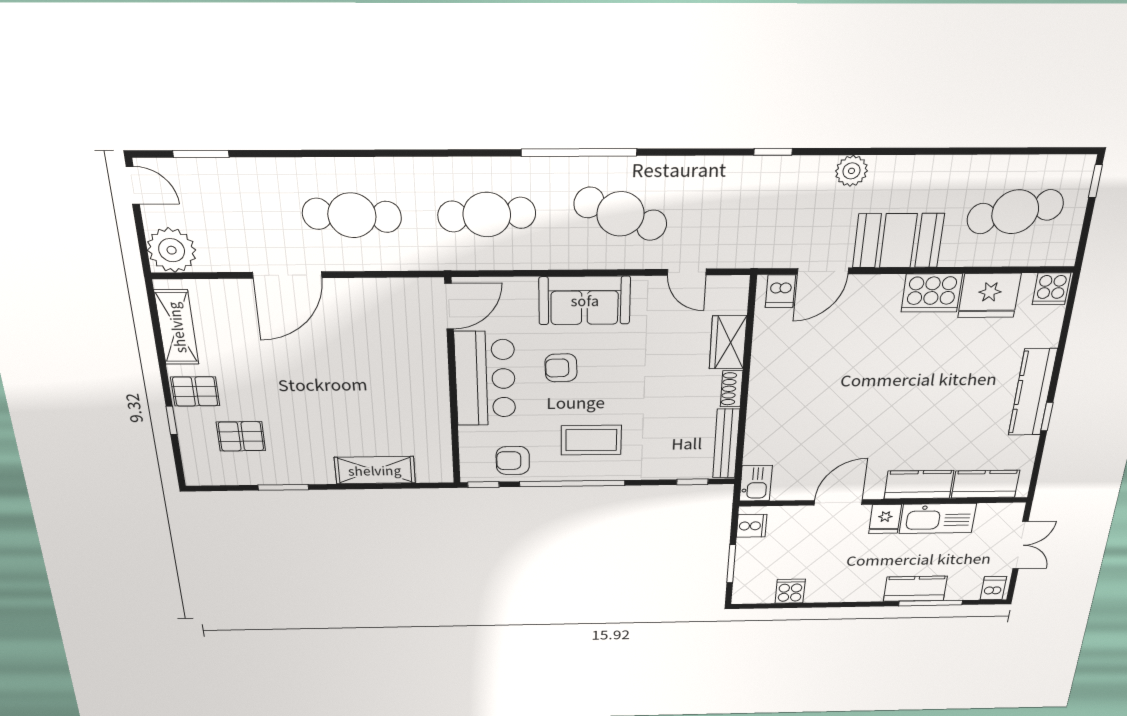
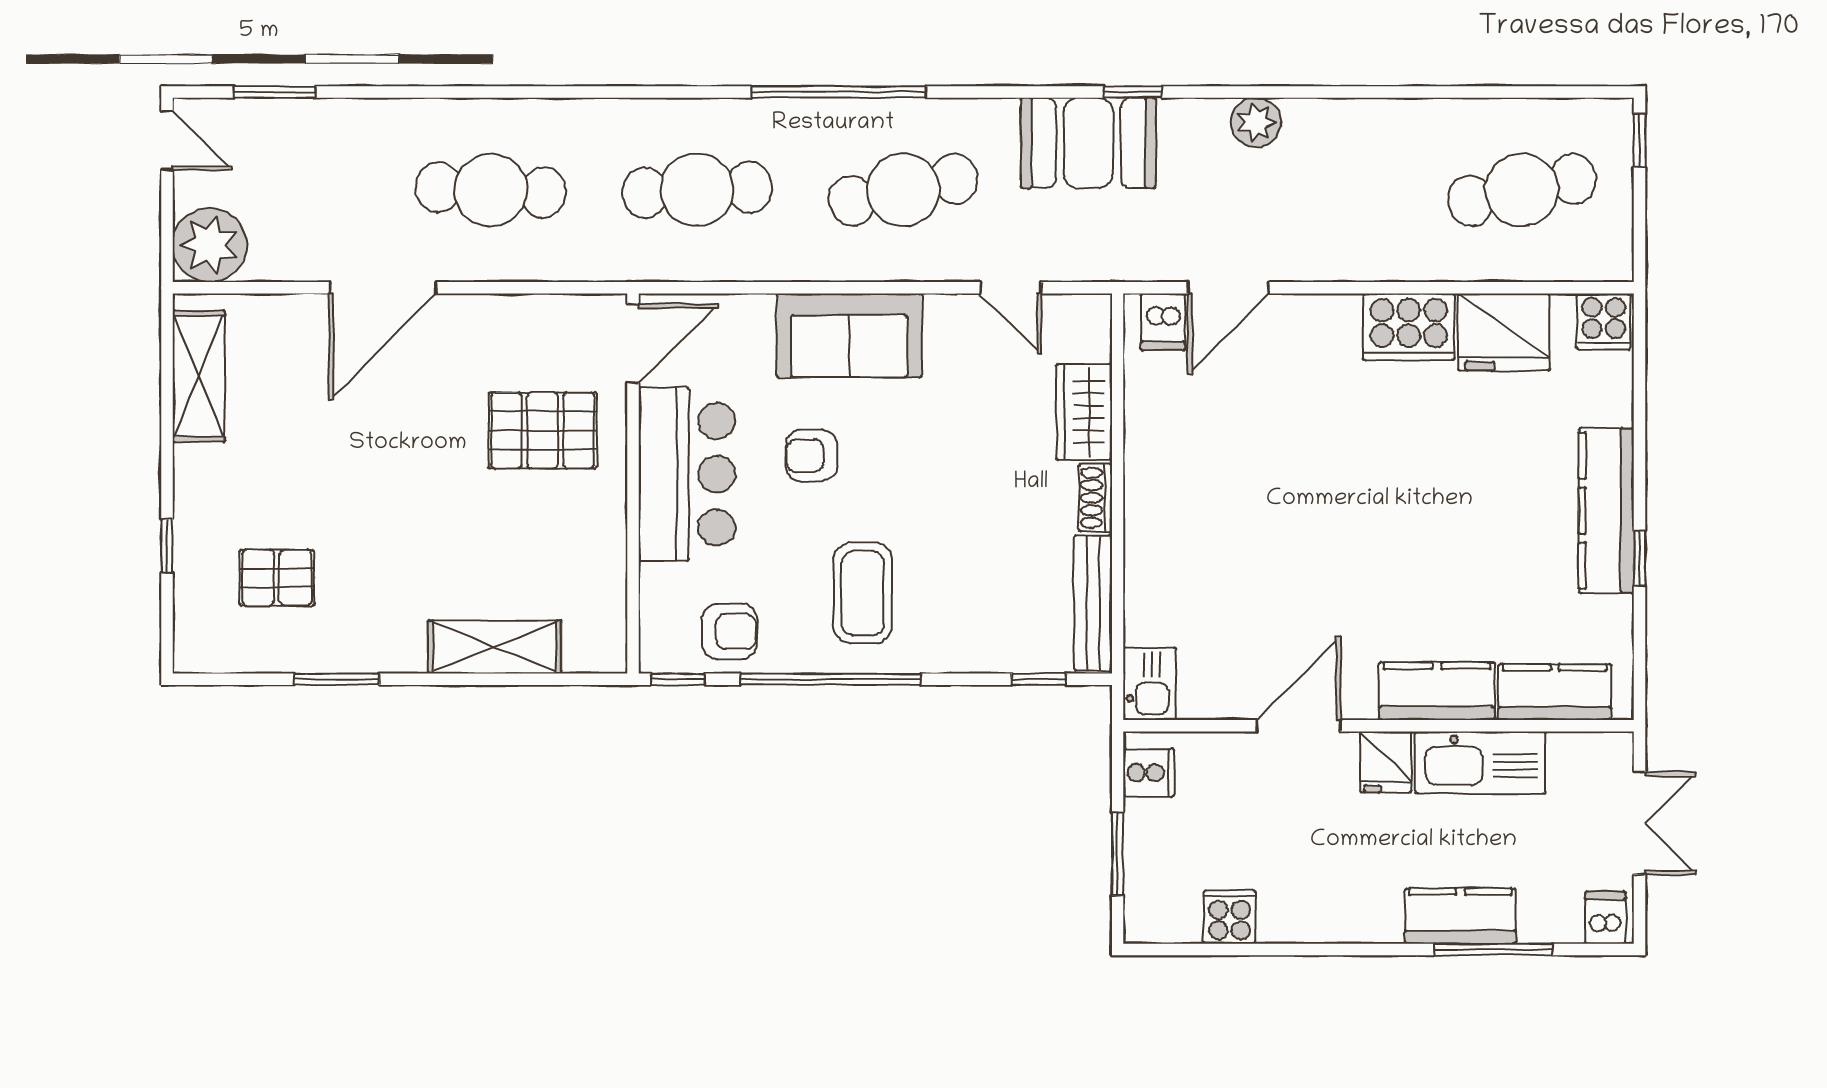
cafe table: (620, 214) -> (903, 190), turned -33
booth: (898, 241) -> (1088, 143), moved
pallet: (195, 391) -> (543, 430), moved, width x1.50, depth x1.42
coffee table: (591, 440) -> (863, 593), turned 90
armchair: (513, 461) -> (729, 632), turned 180

